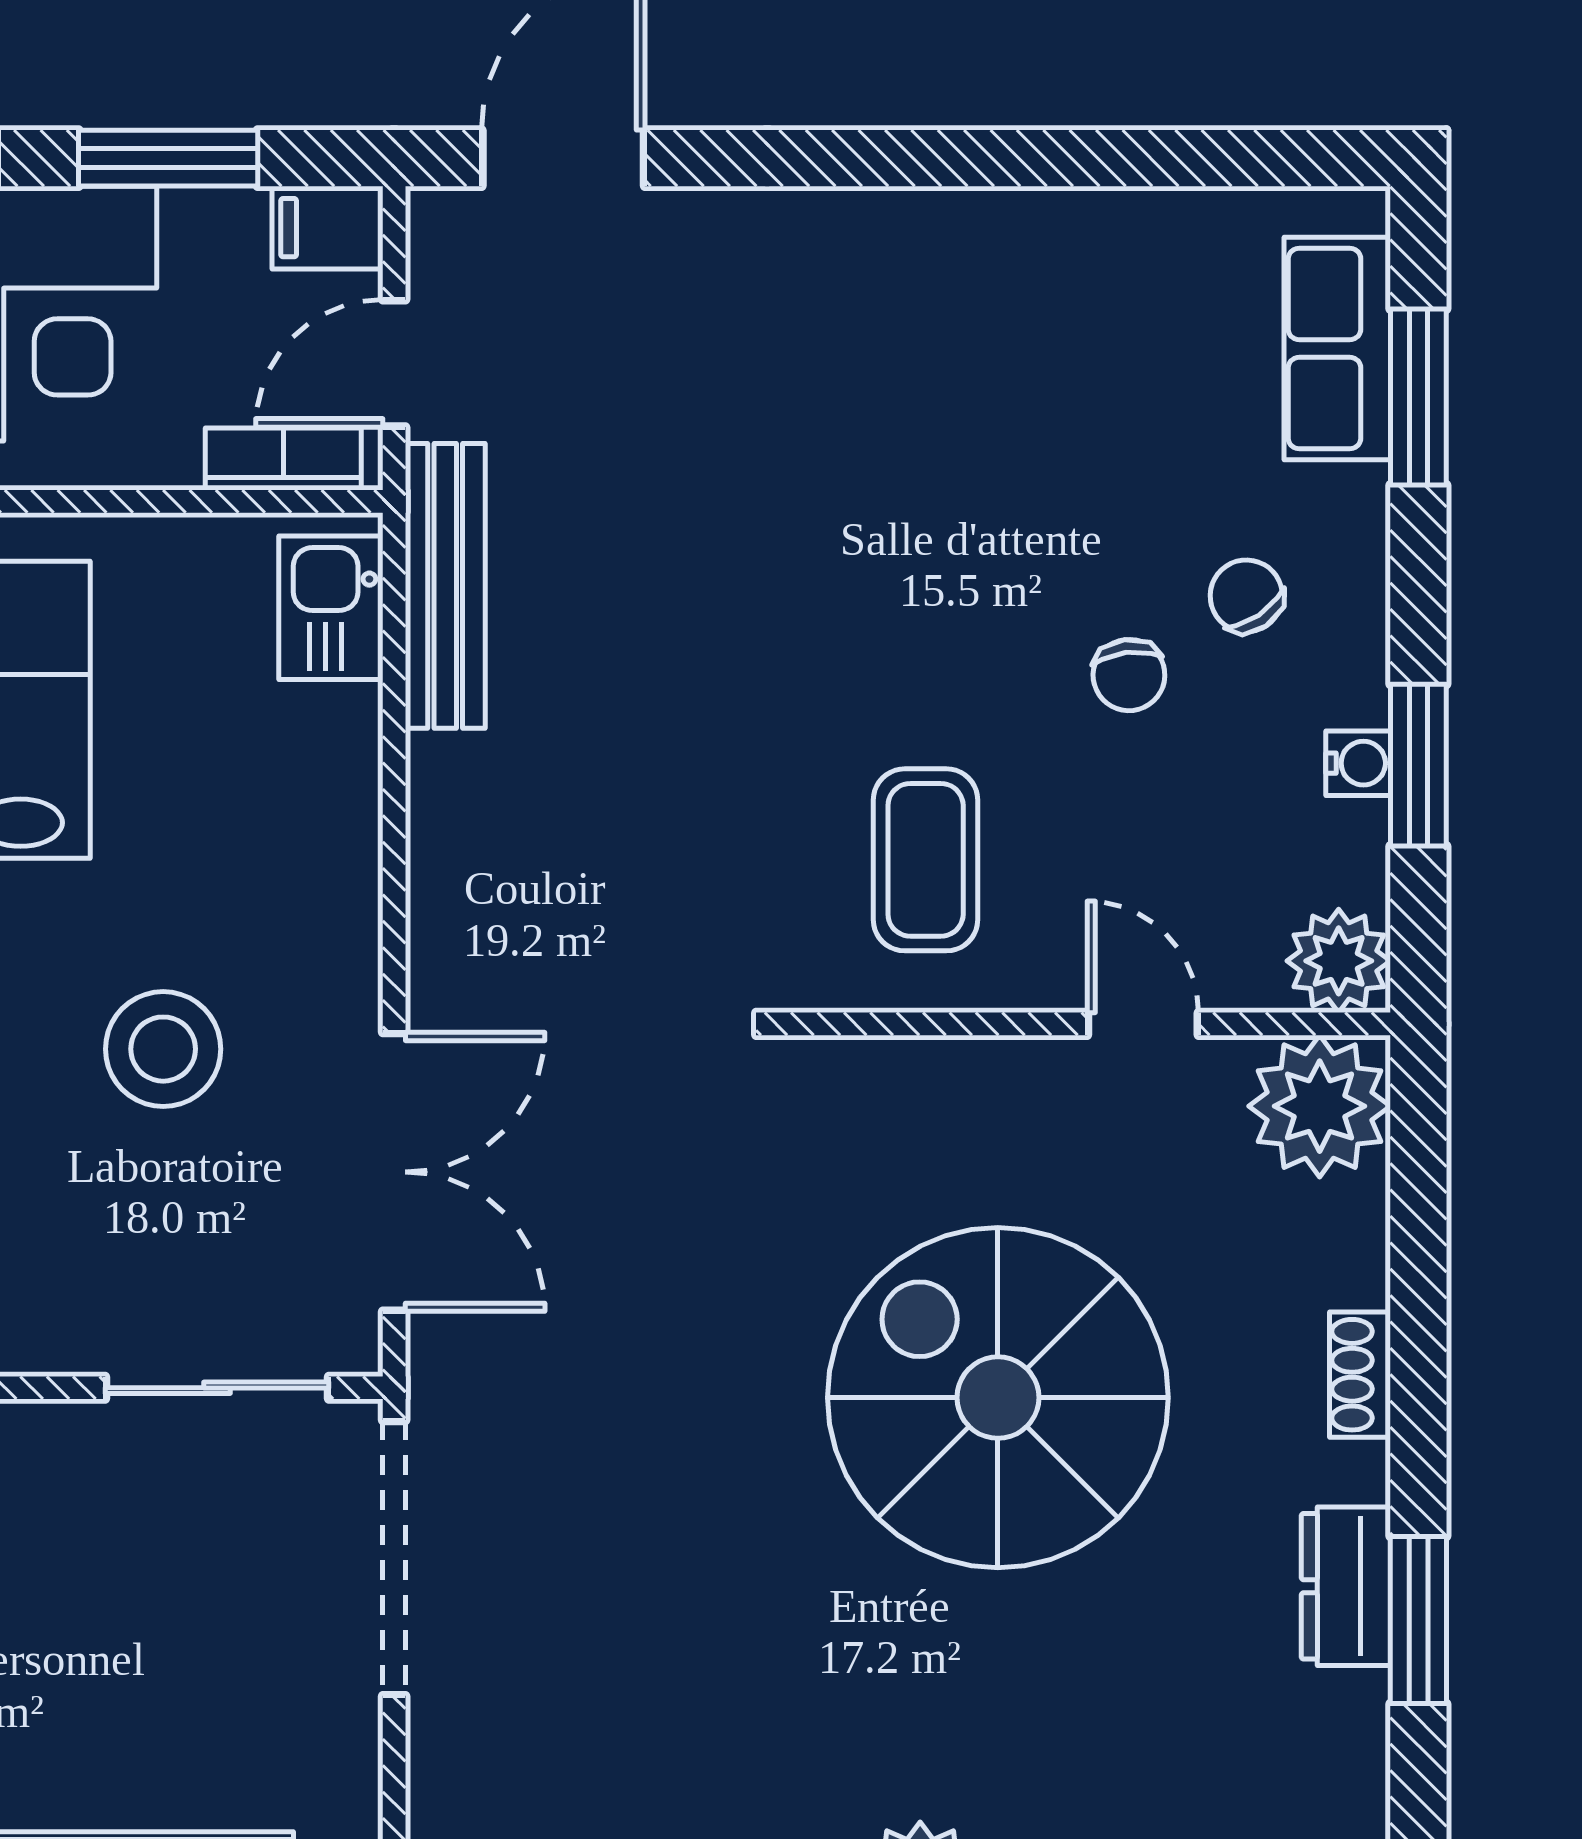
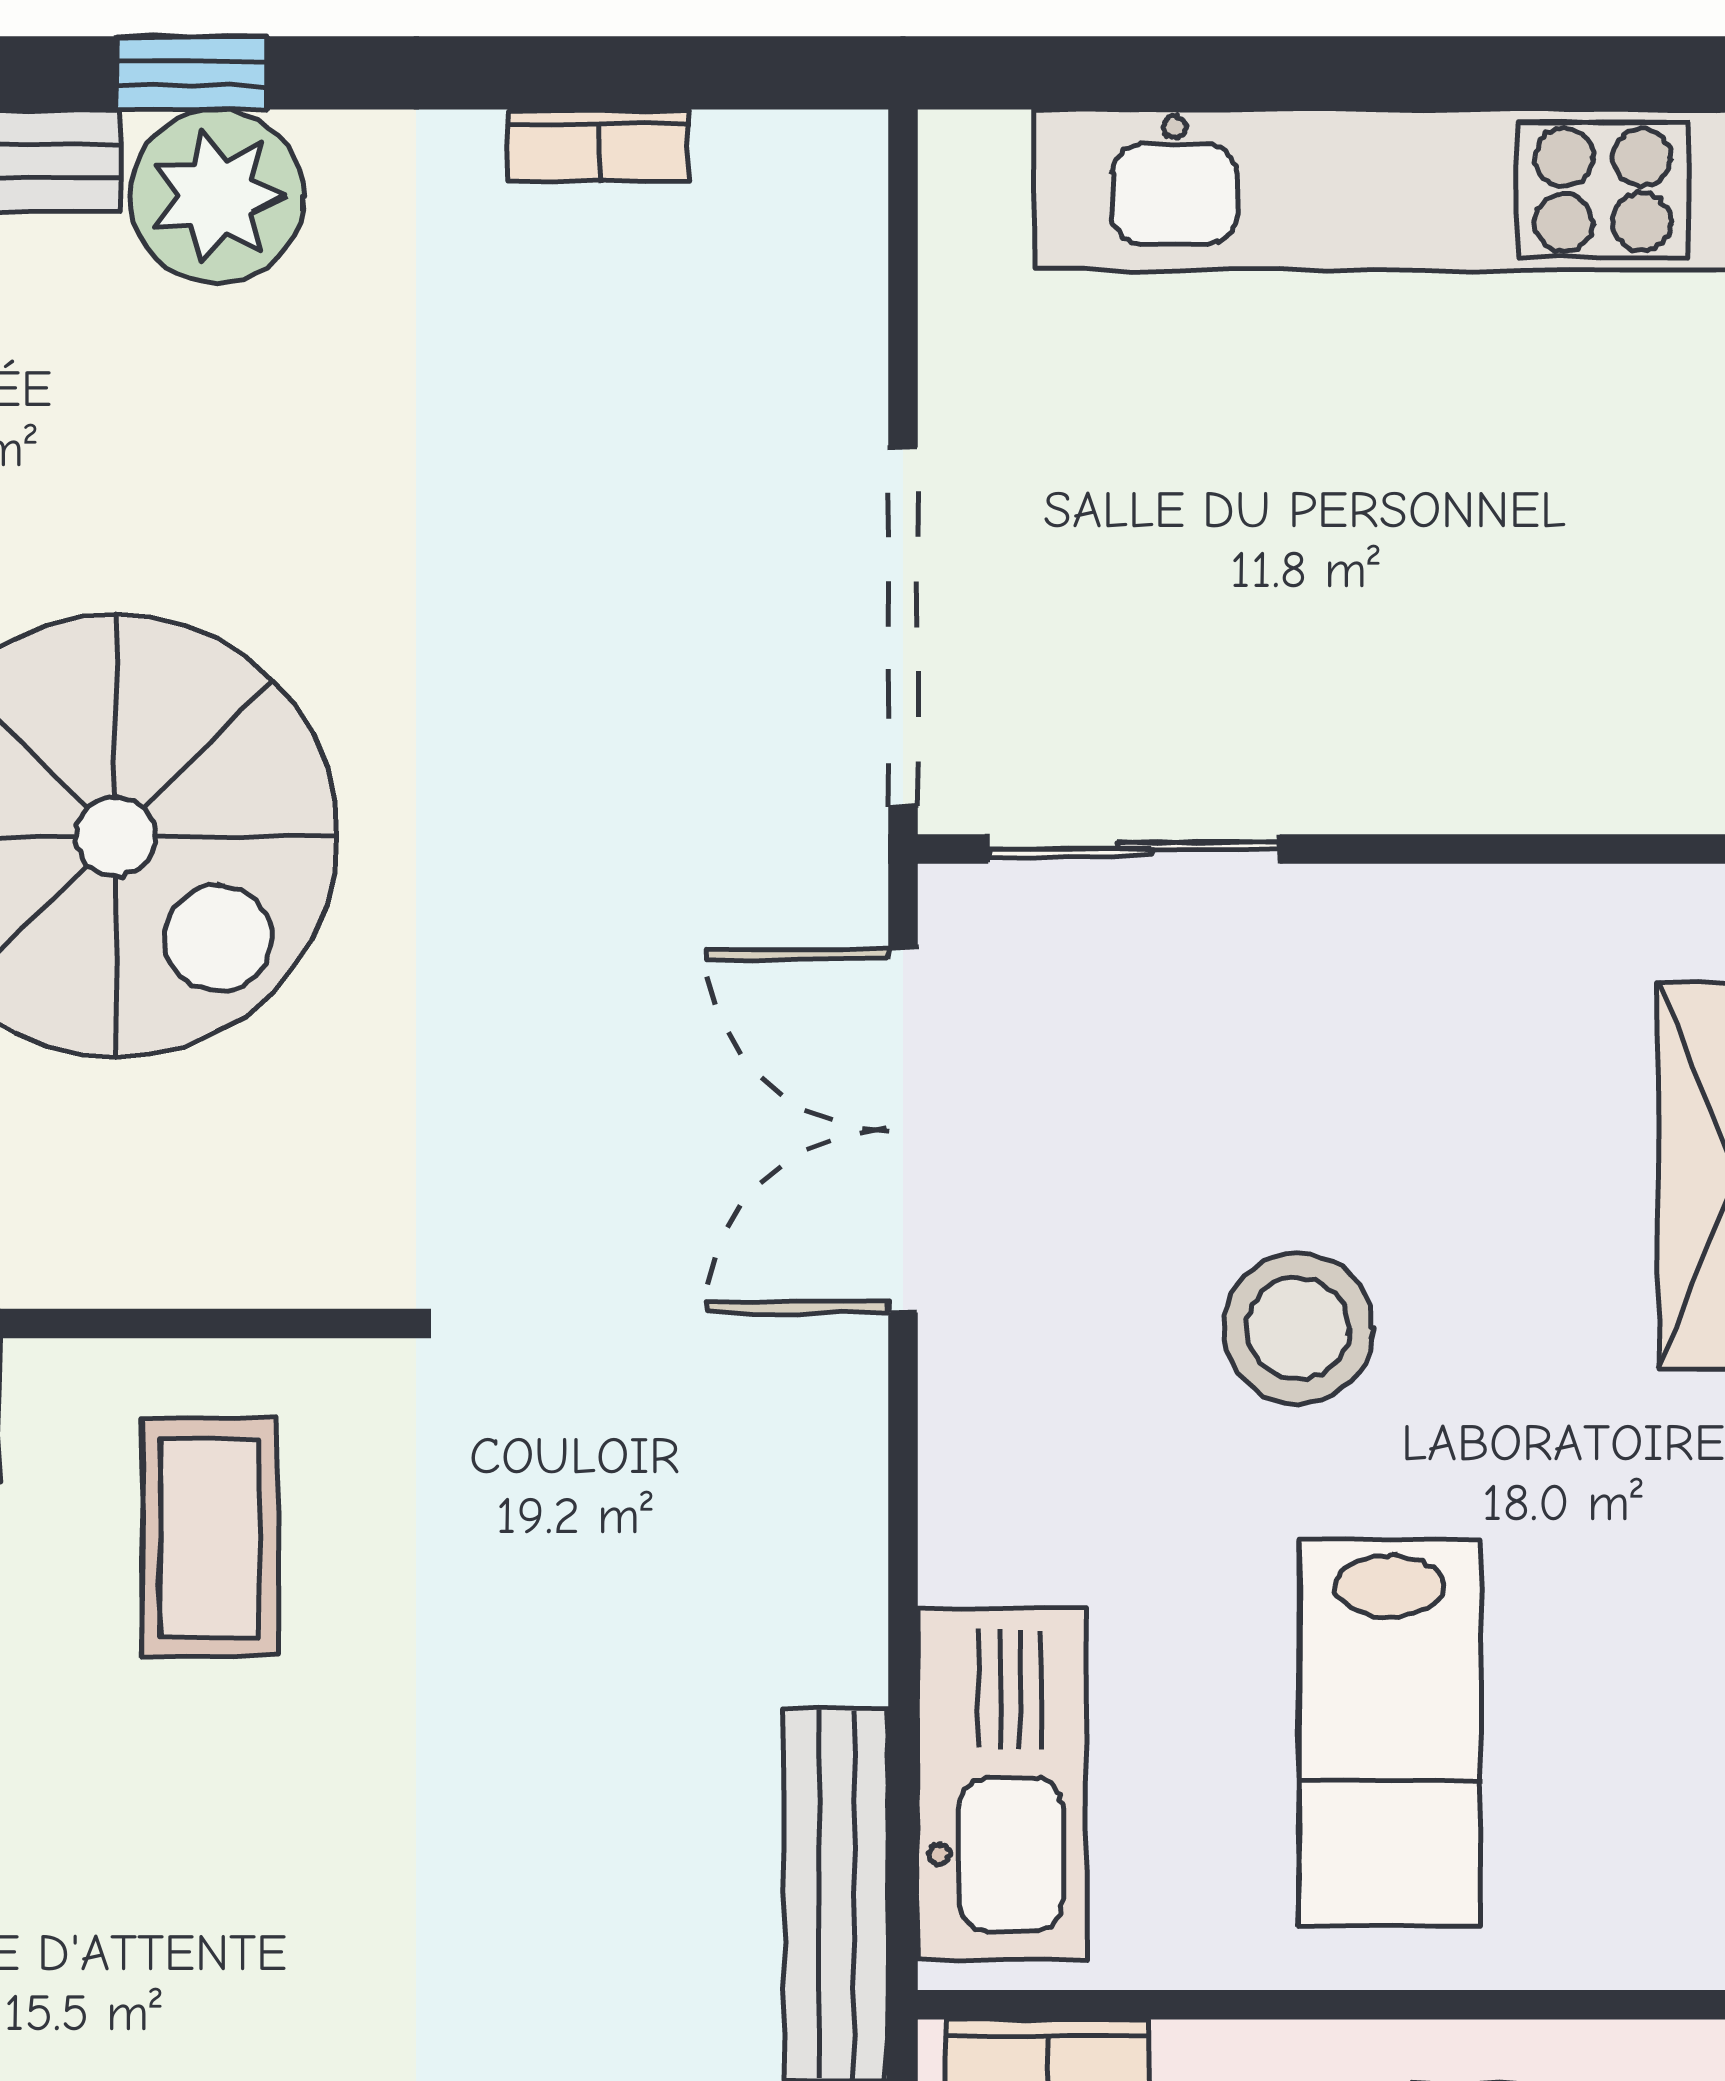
kitchen sink: (331, 608) -> (1002, 1784), width x1.88, depth x1.24
stool: (163, 1049) -> (1298, 1328), moved

